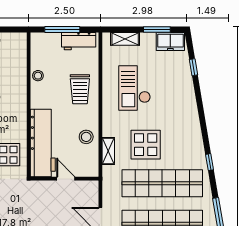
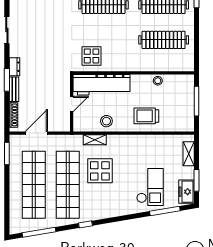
workbench: (79, 41) -> (187, 115), removed
window: (194, 67) -> (165, 211), width x2.17
checkout: (135, 88) -> (150, 187), moved, turned 90

